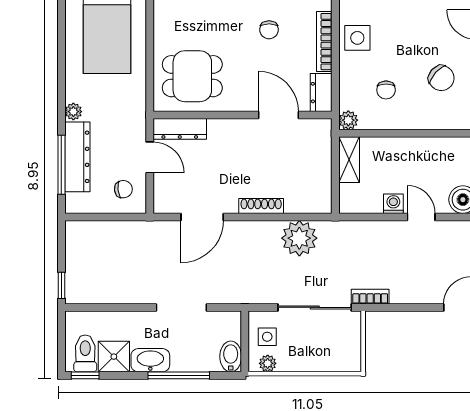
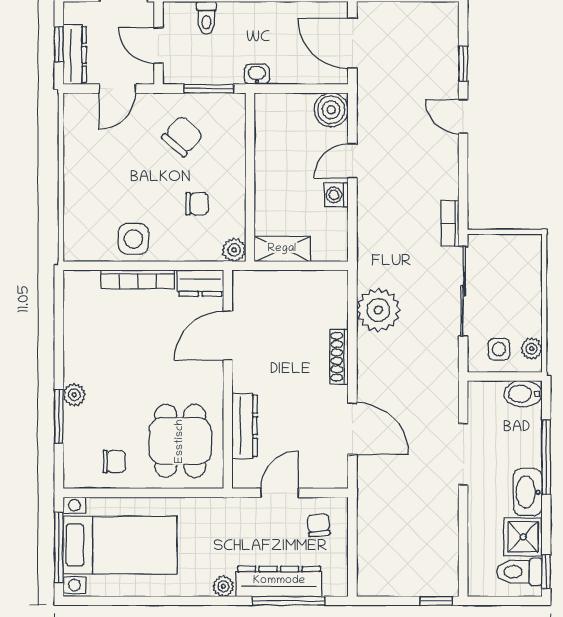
chair: (269, 30) -> (114, 461), moved
dresser: (180, 129) -> (245, 426), moved

